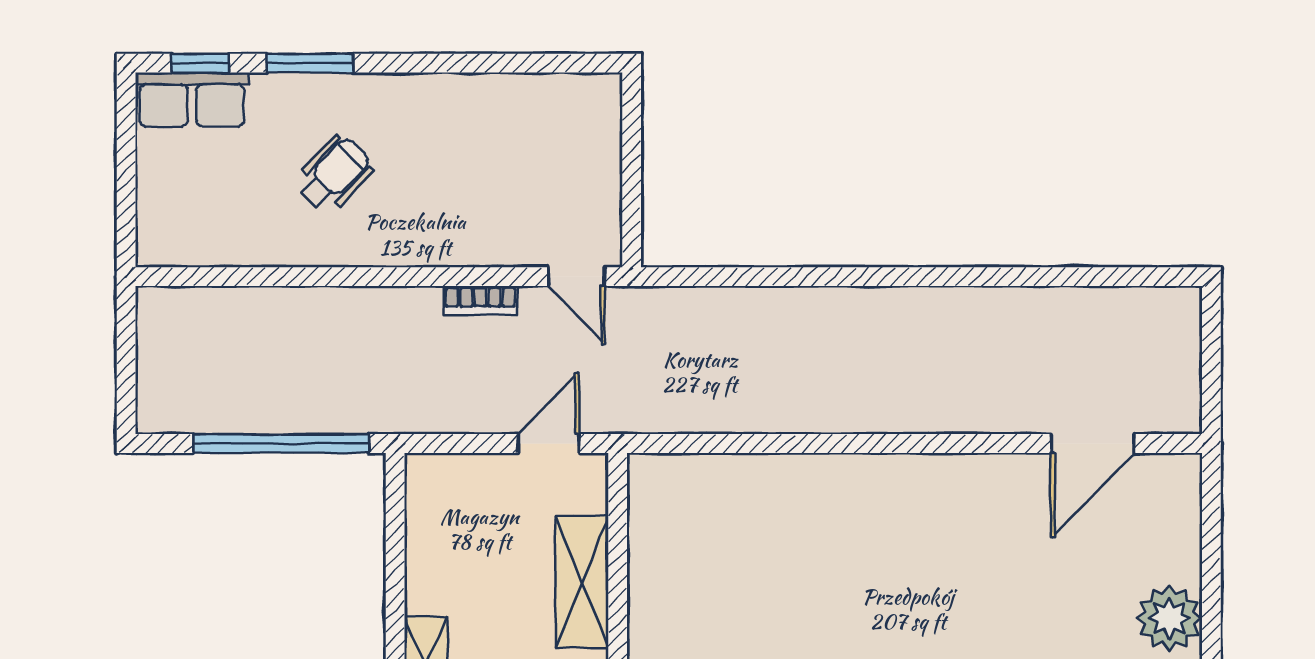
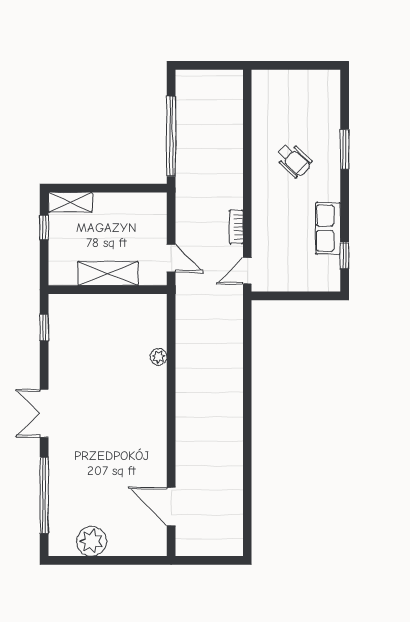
window: (200, 63) -> (345, 256), moved
row of seats: (192, 100) -> (328, 228), moved
plant: (765, 471) -> (159, 357), added

